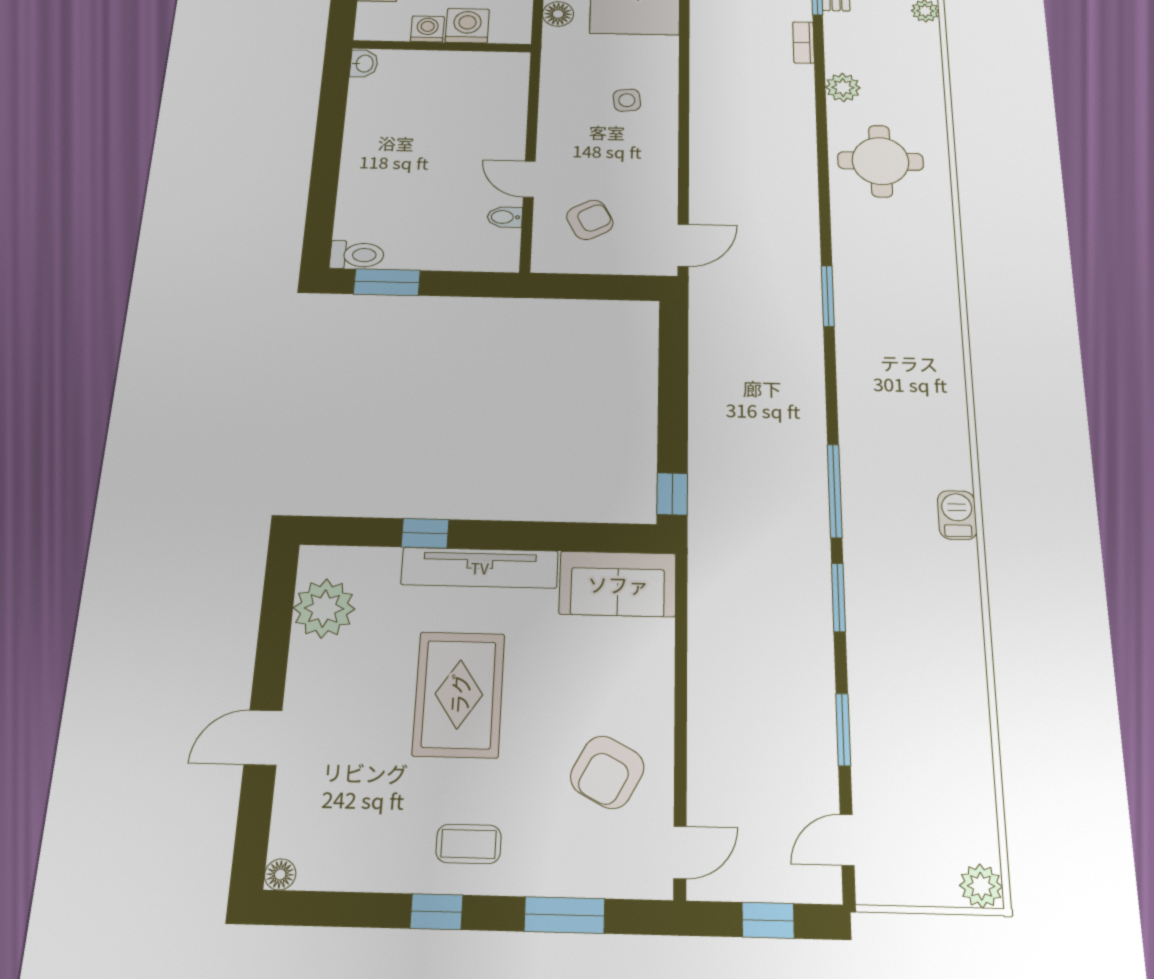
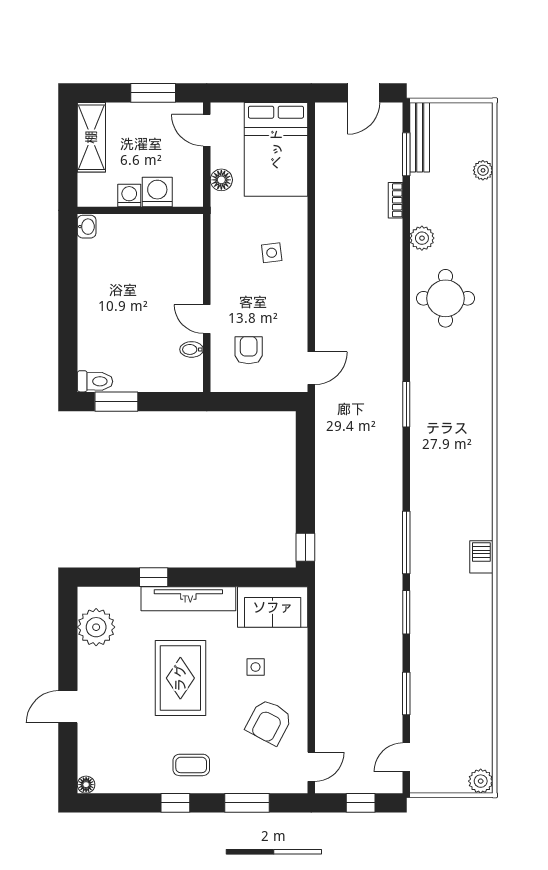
armchair: (590, 220) -> (249, 350), turned -62
side table: (587, 679) -> (256, 667), added

